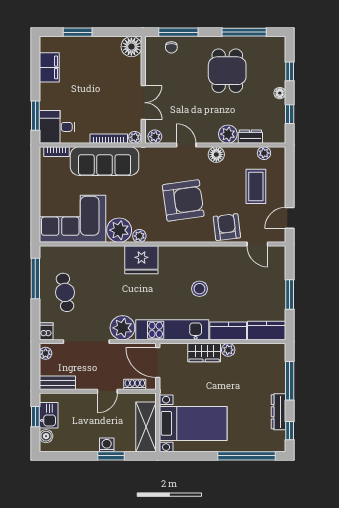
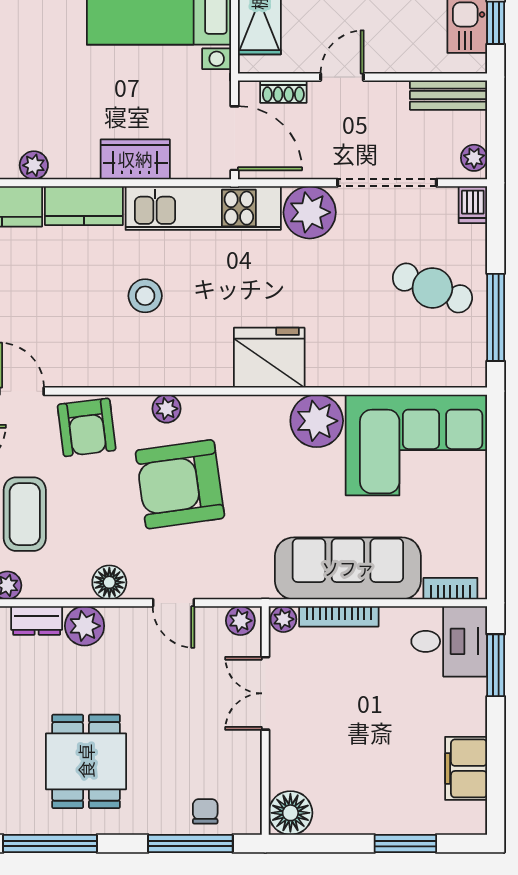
plant: (139, 236) -> (166, 409), moved
cafe table: (65, 292) -> (432, 288), turned -59
plant: (228, 350) -> (34, 165), moved

